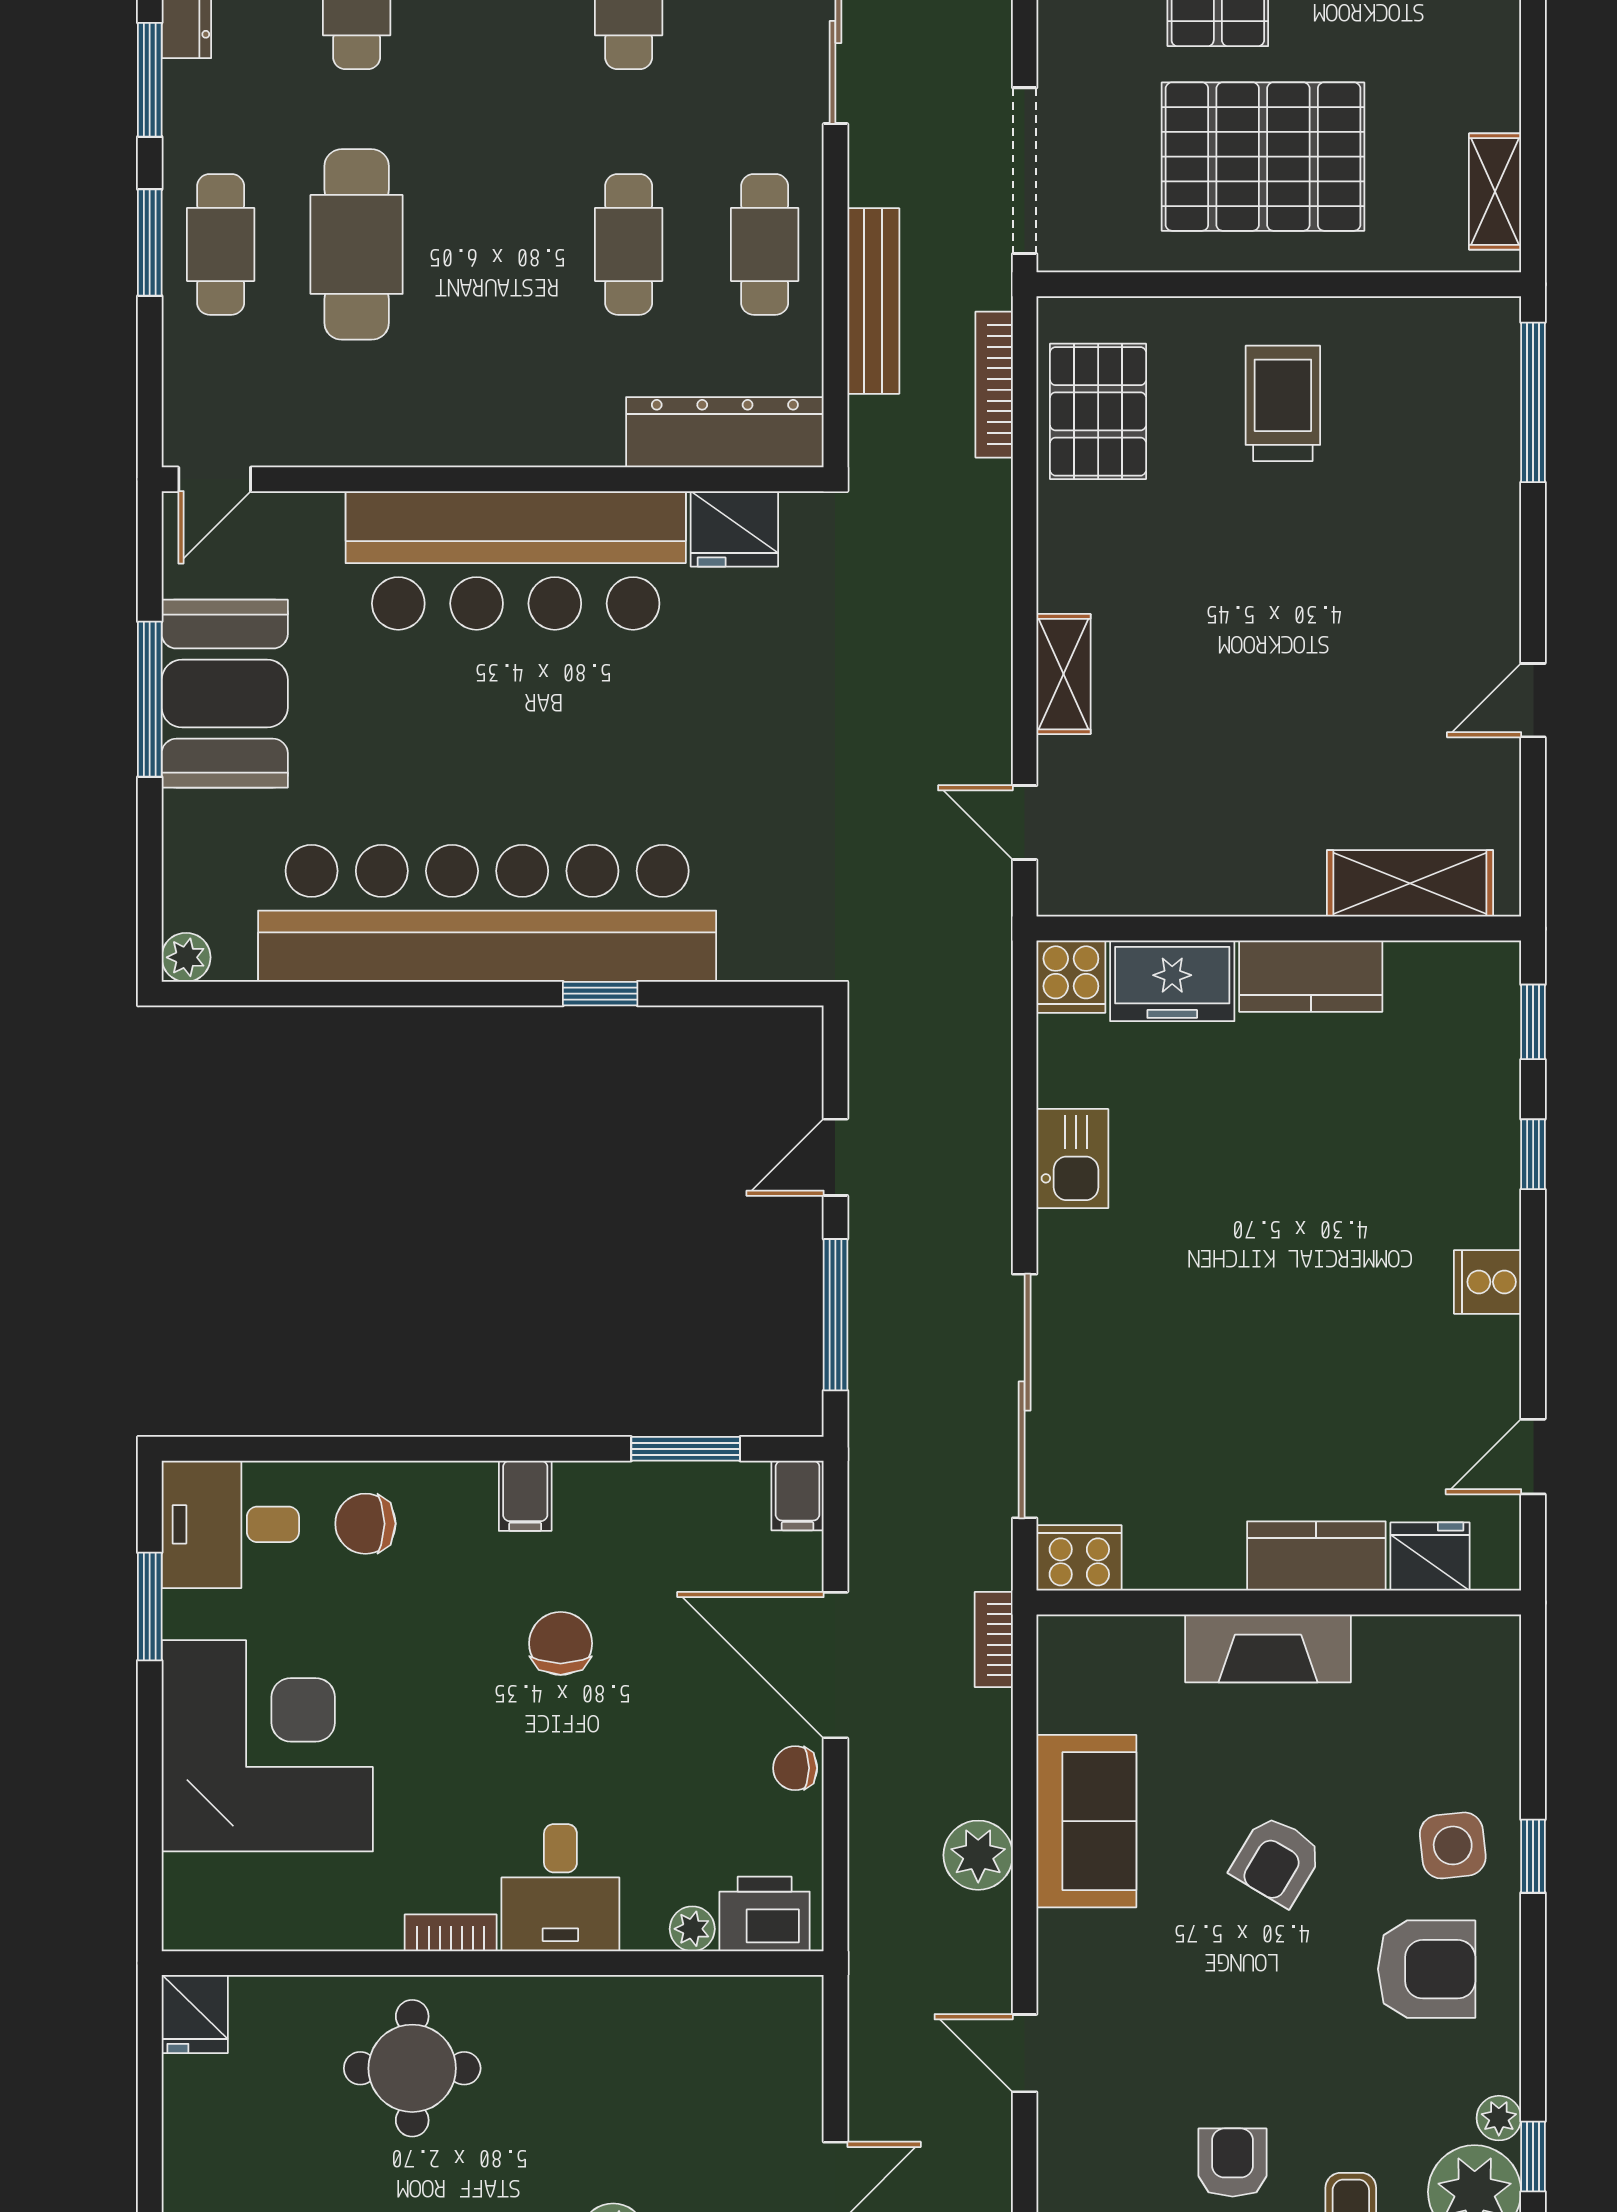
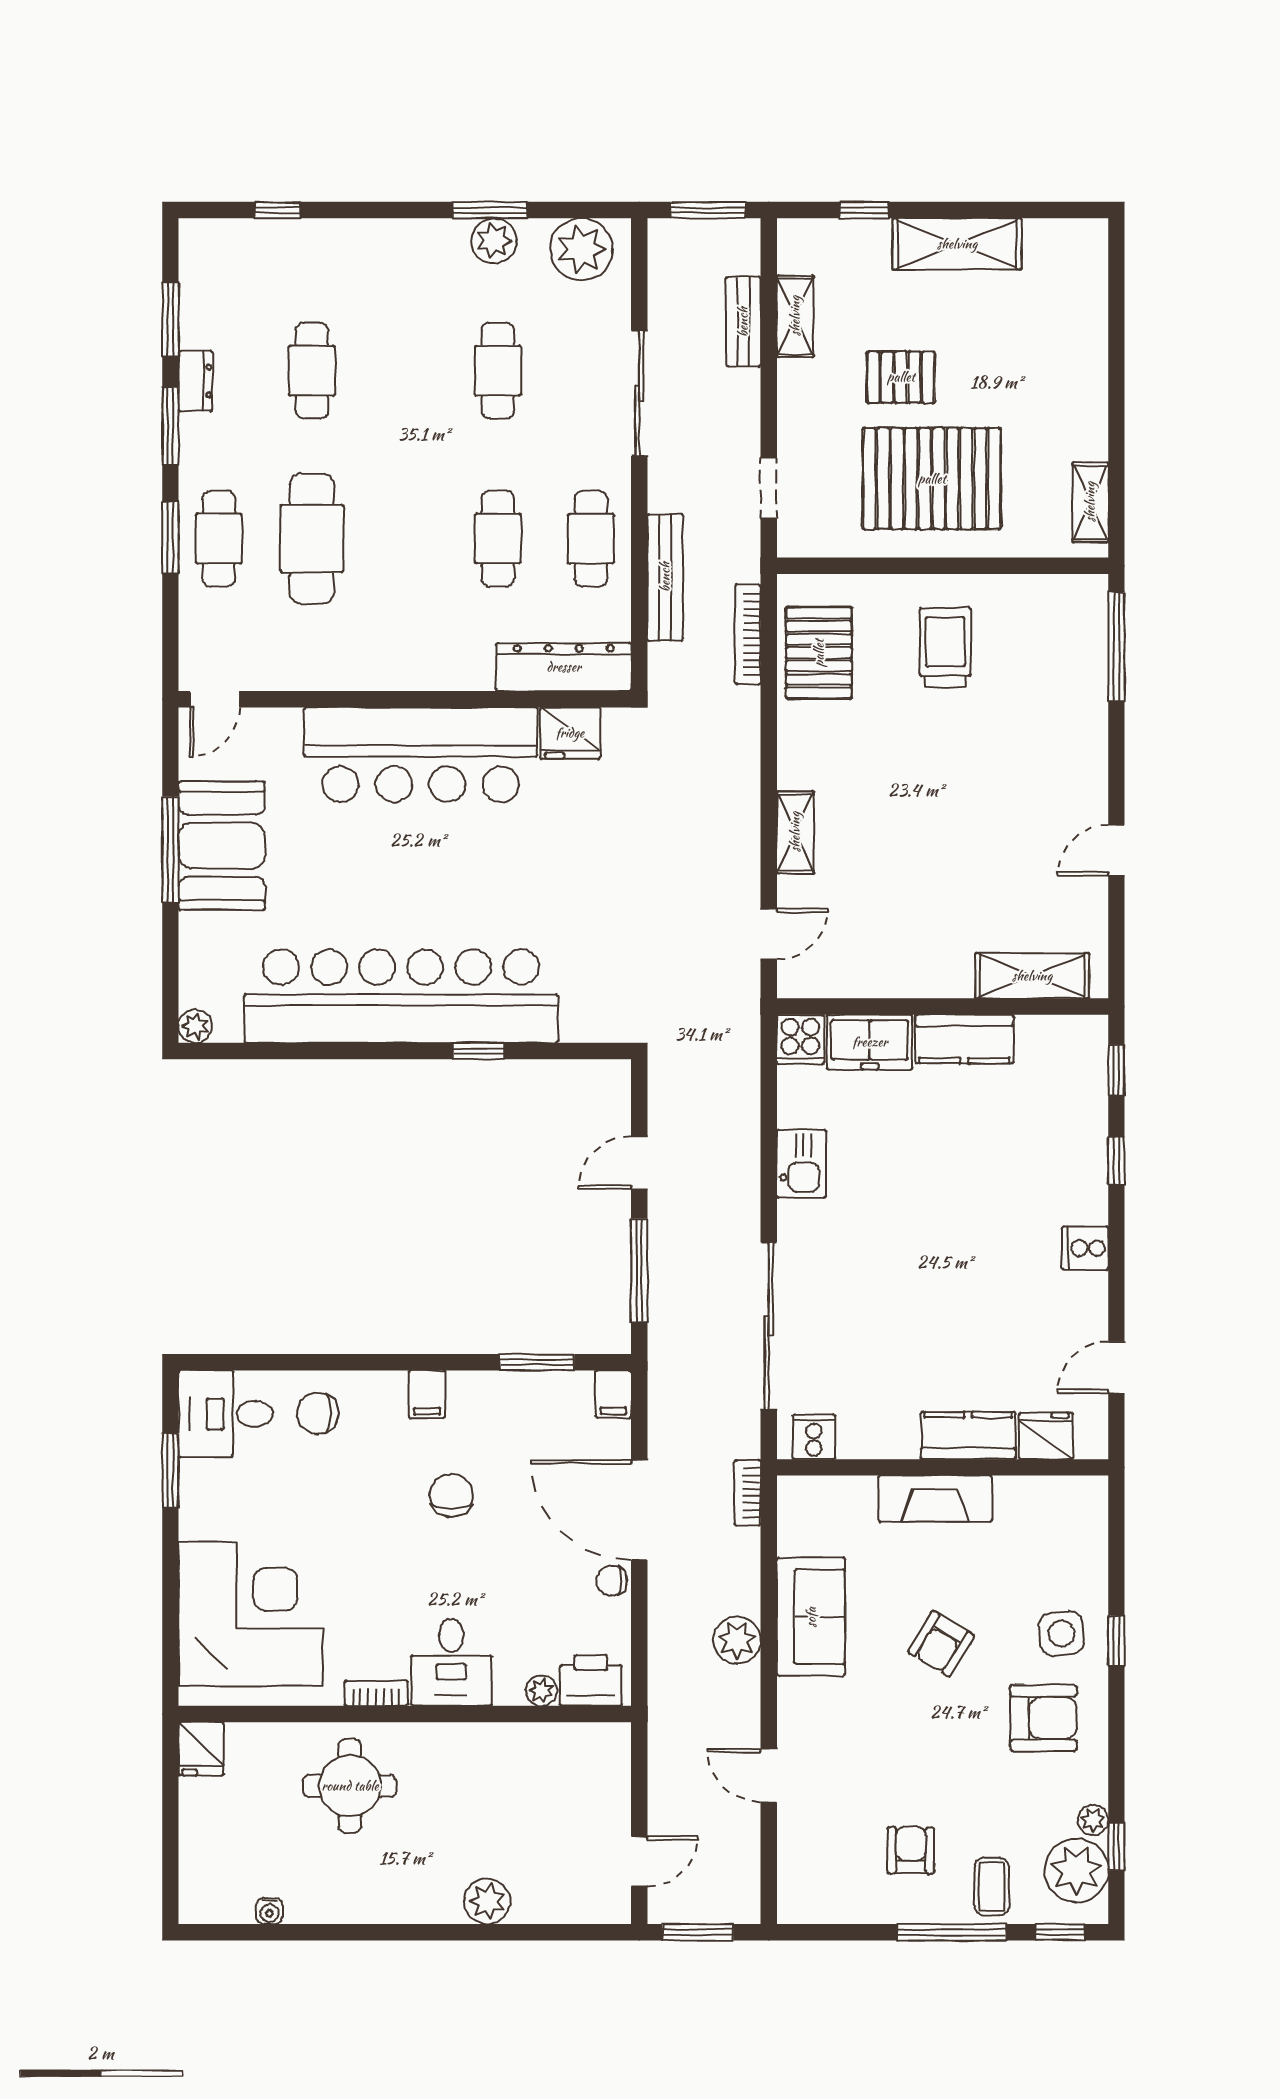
doorway: (1025, 171) -> (769, 488), width x0.53
door: (1025, 823) -> (769, 934), swing flipped
cooker: (1079, 1558) -> (814, 1437), width x0.73
corner desk: (267, 1746) -> (251, 1614), moved

